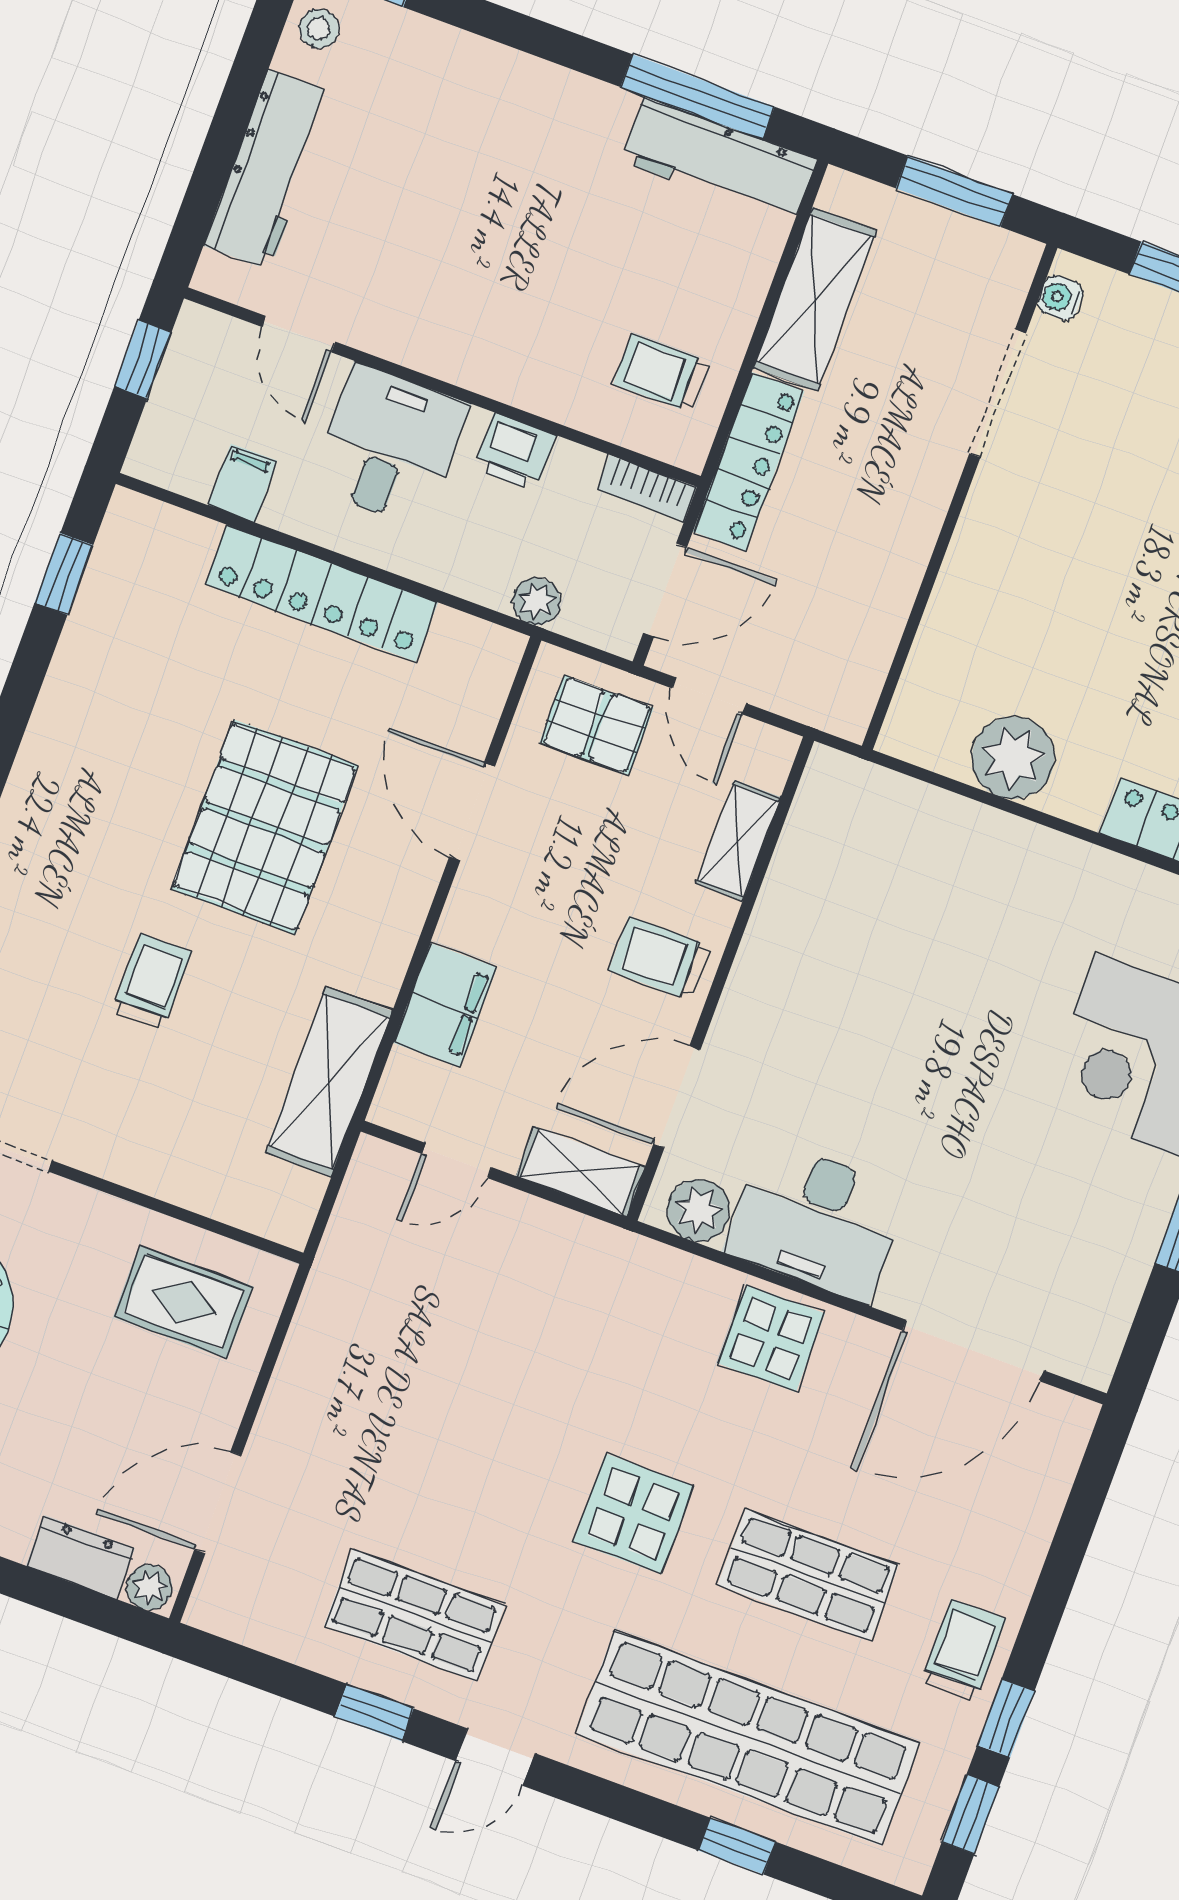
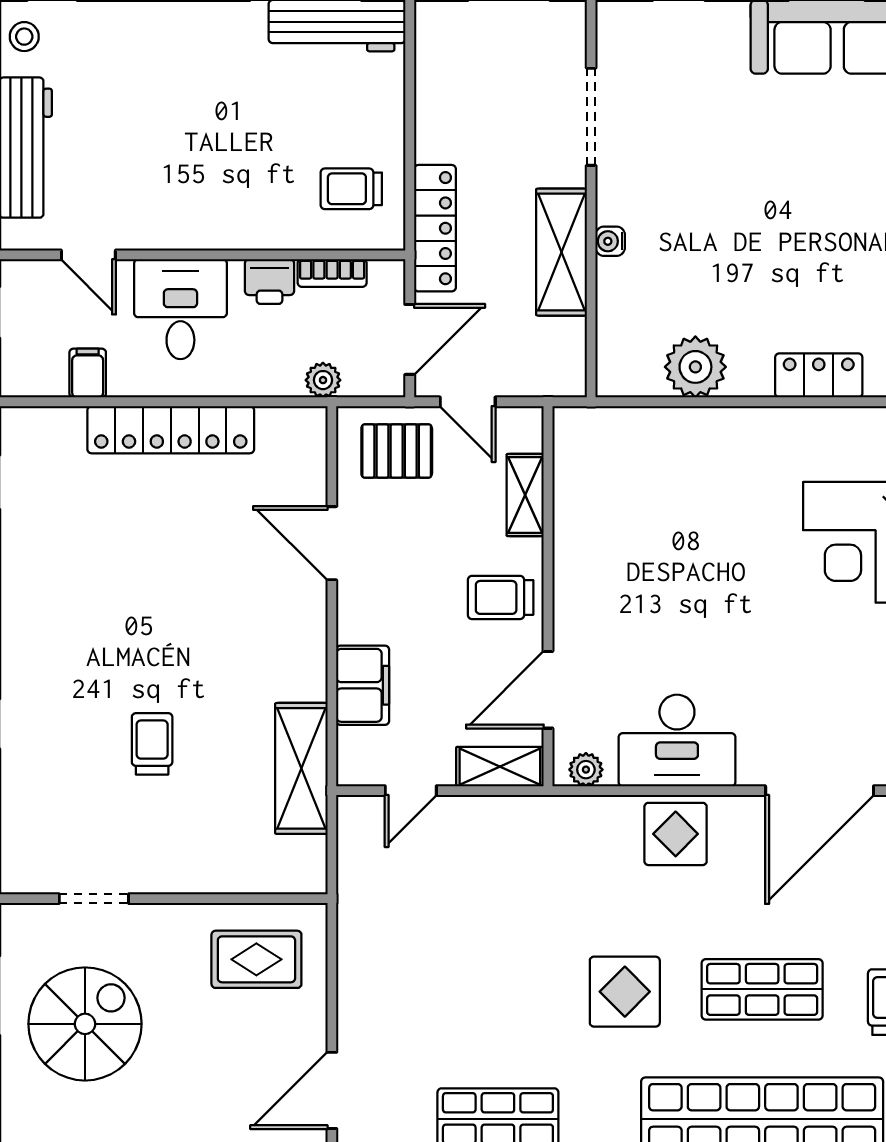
water cooler: (1060, 298) -> (610, 241), moved
shelving: (815, 299) -> (561, 252), moved
bookcase: (647, 488) -> (332, 273), moved
pallet: (265, 827) -> (191, 607), removed
plant: (699, 1210) -> (586, 770), width x0.73, depth x0.73

